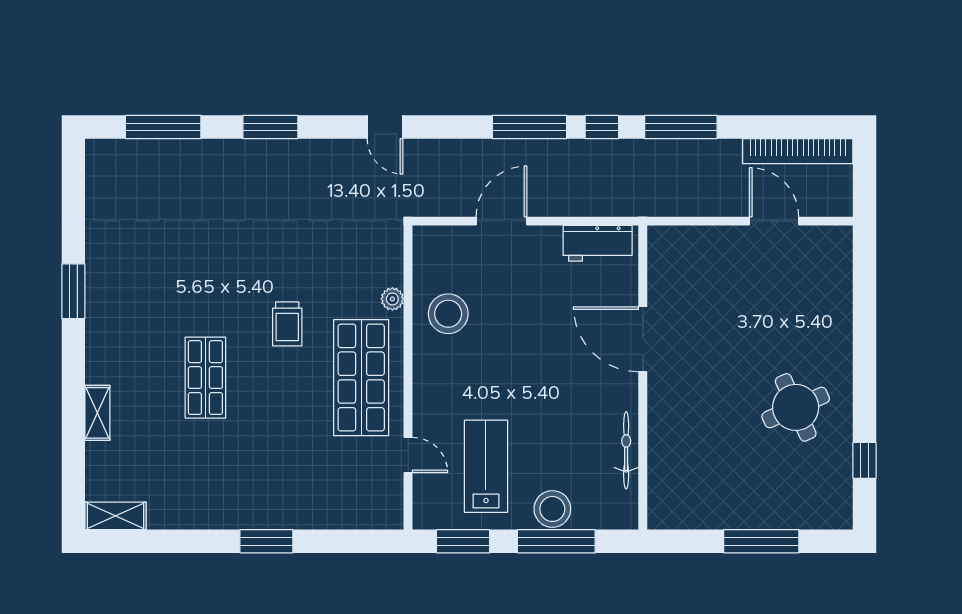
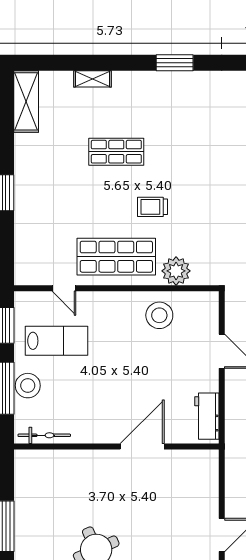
plant: (392, 299) -> (176, 271), width x1.88, depth x1.88
bicycle: (626, 450) -> (44, 435), moved
door: (408, 455) -> (64, 288), hinge flipped
shelving: (116, 516) -> (26, 101), width x1.50, depth x1.33

